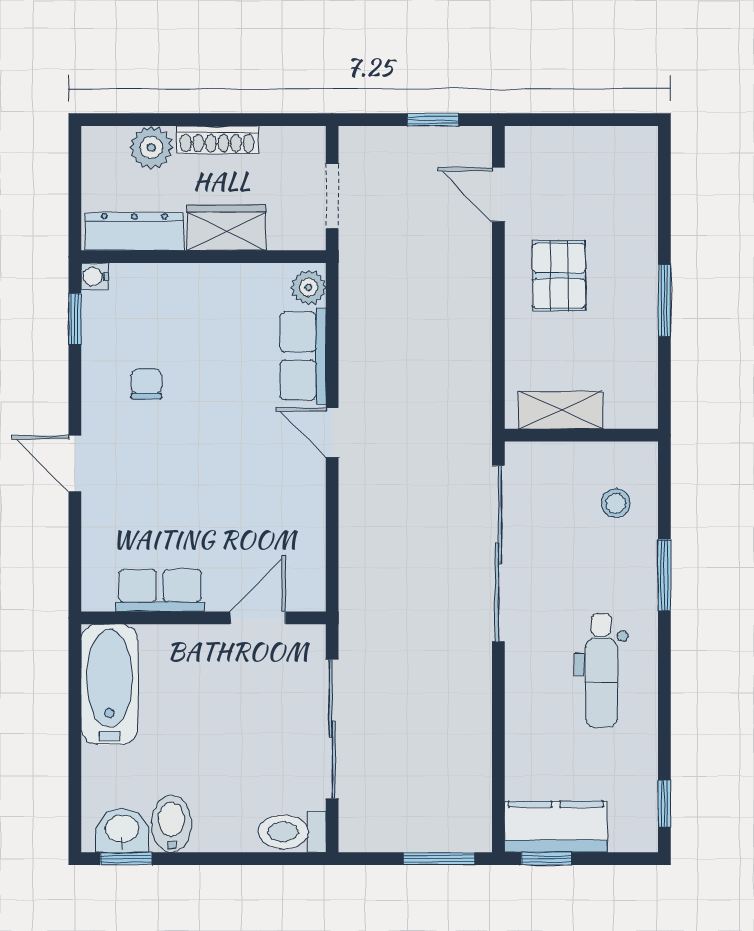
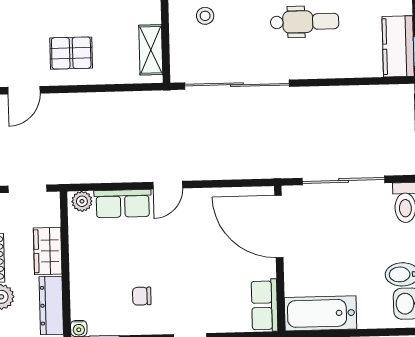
row of seats: (160, 590) -> (265, 305), moved
door: (258, 618) -> (279, 226), width x1.88

